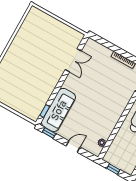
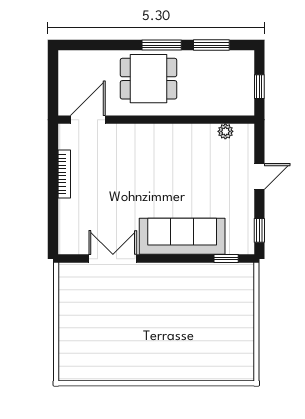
sofa: (58, 110) -> (182, 236), moved
door: (73, 147) -> (259, 177), swing flipped

